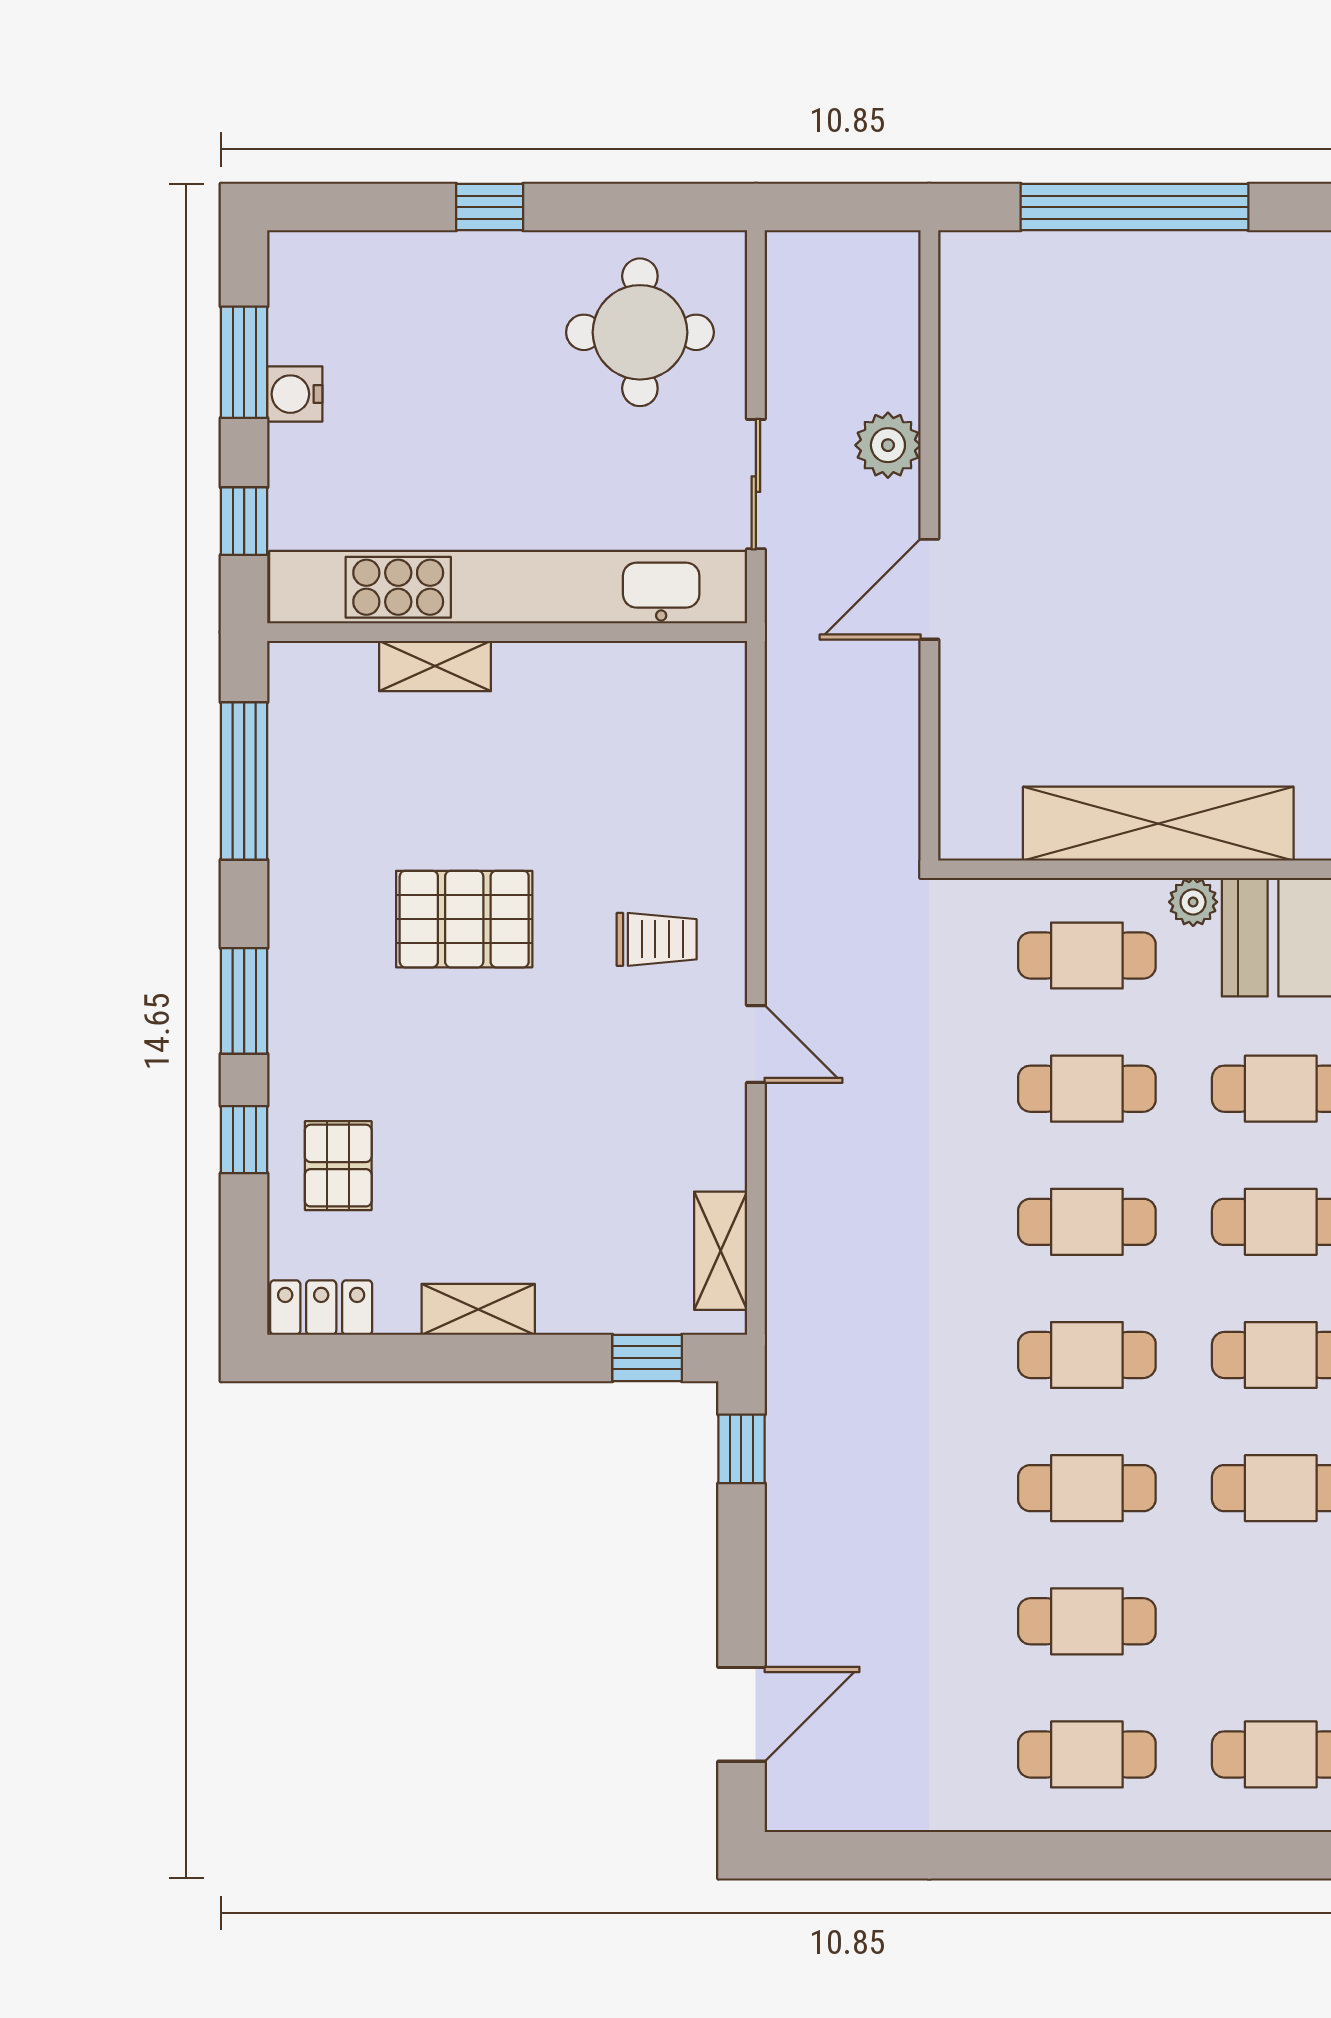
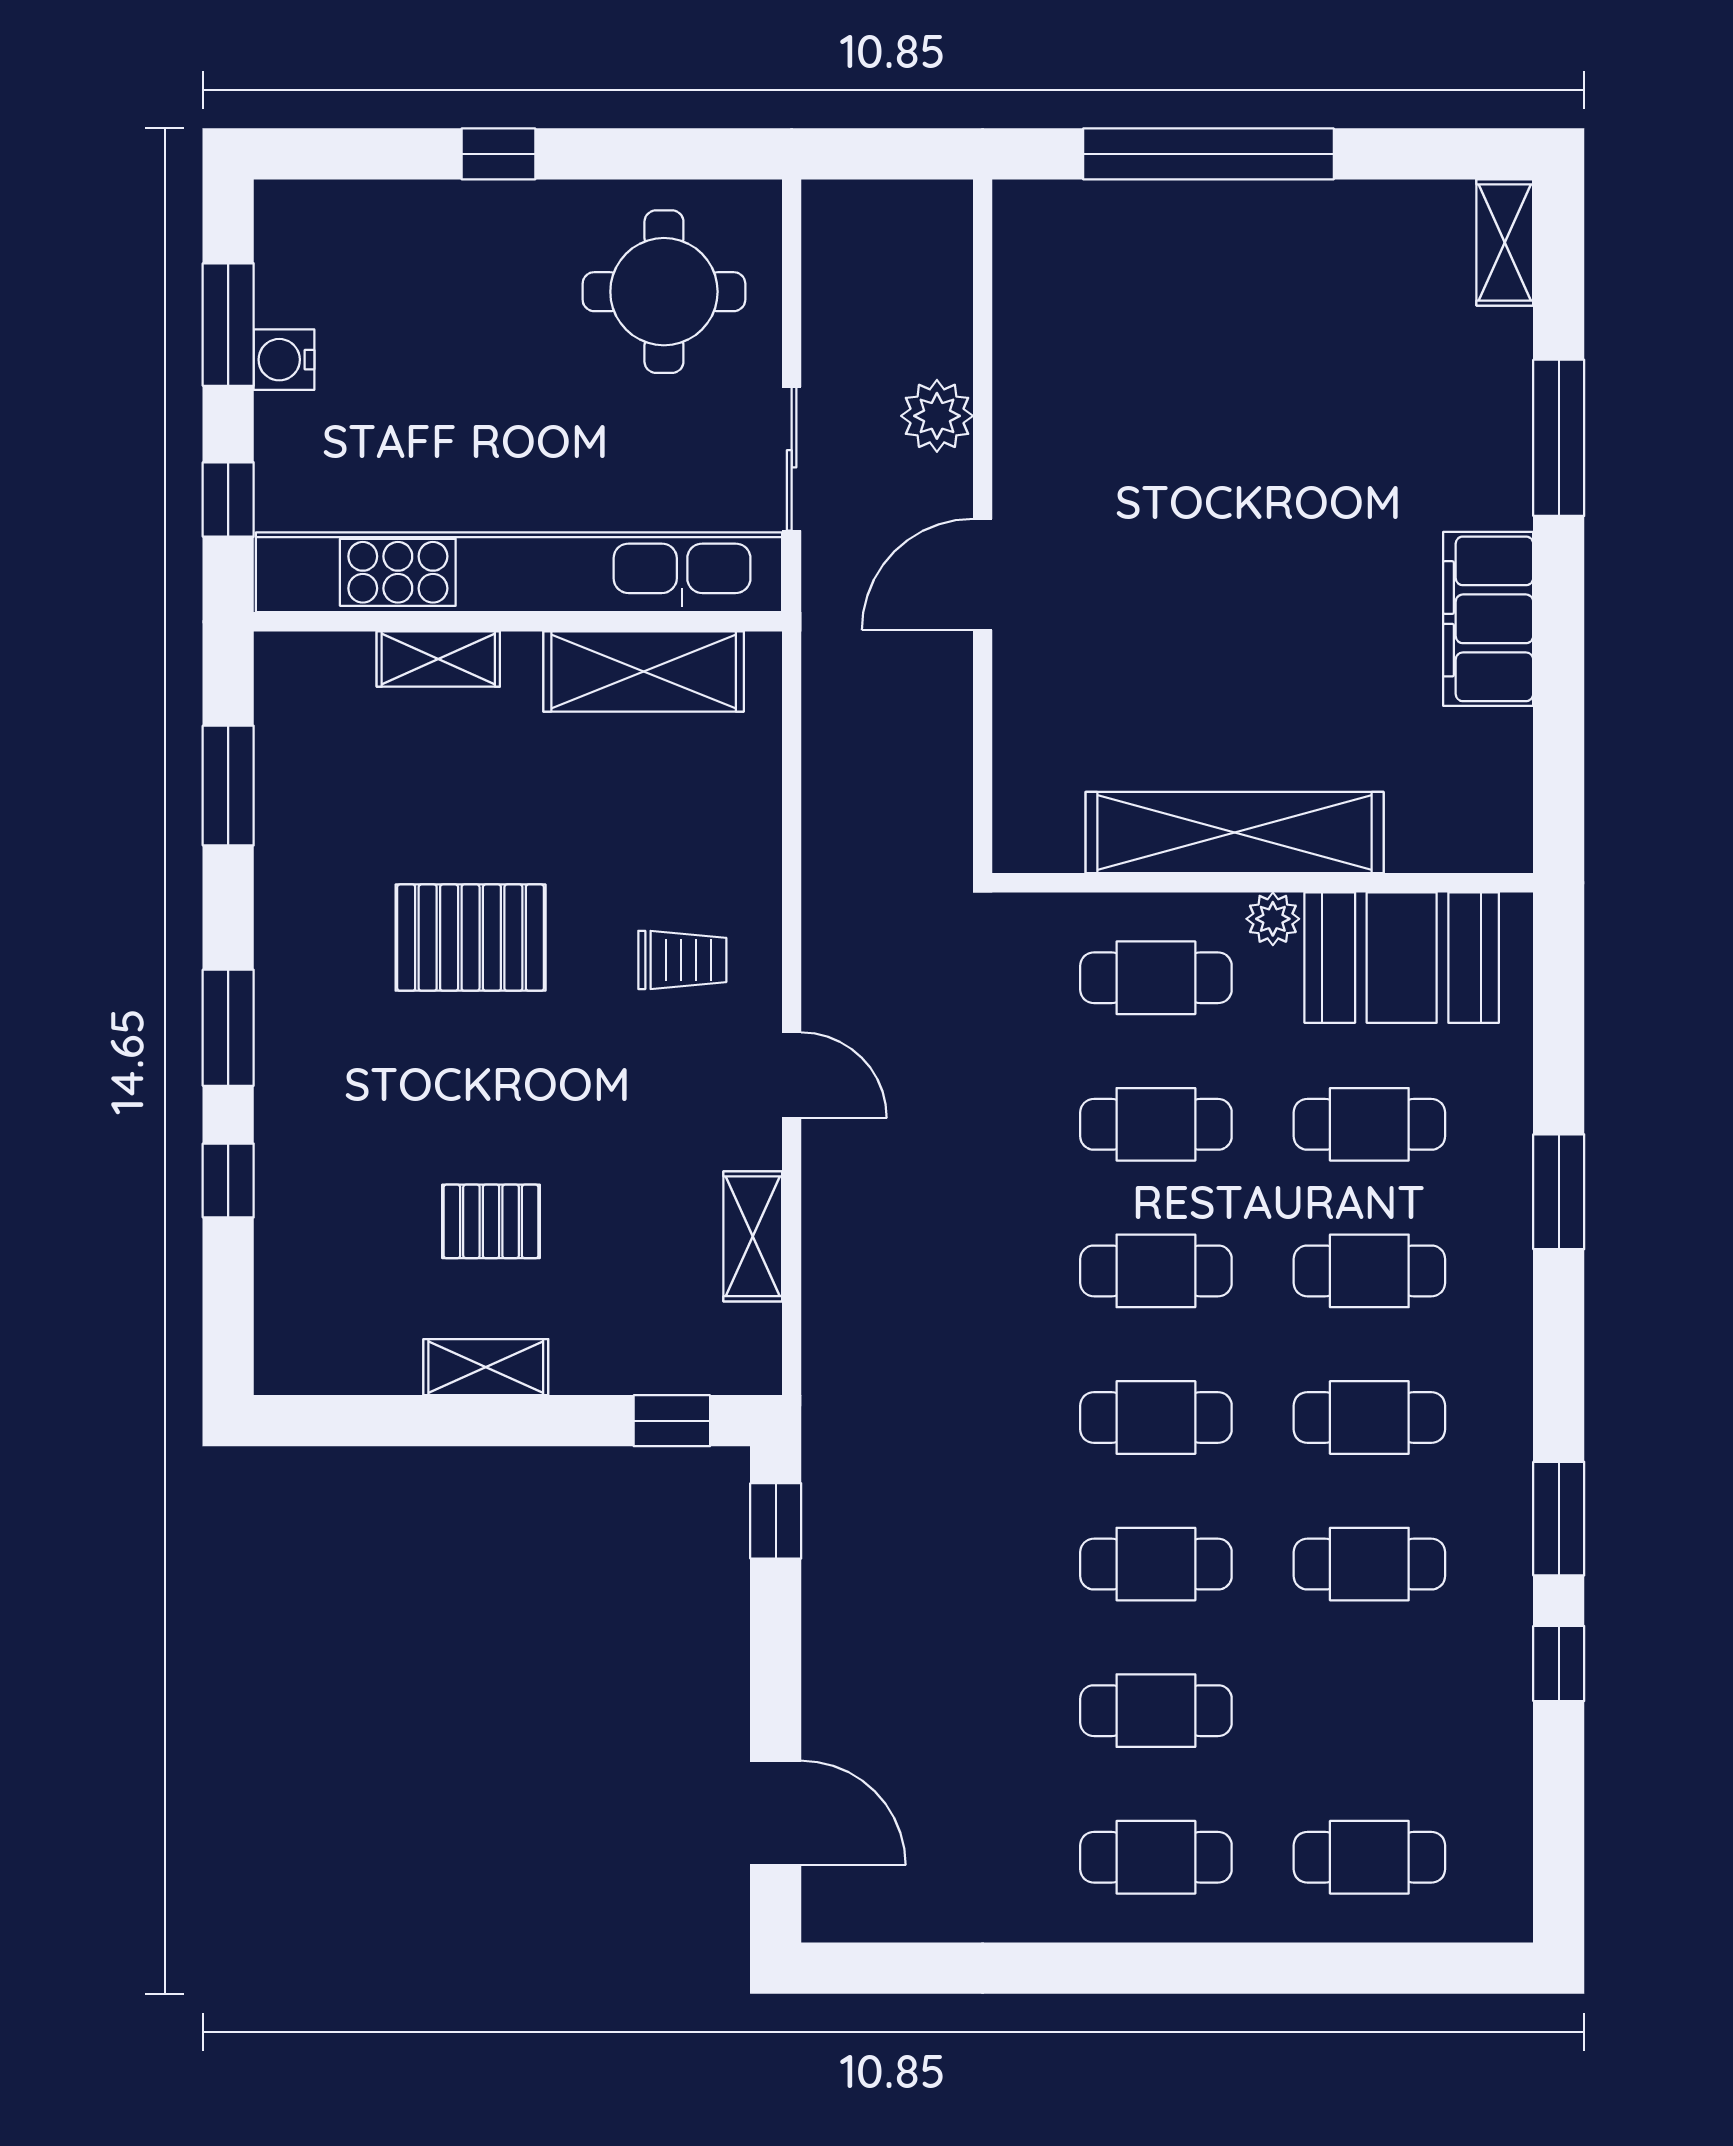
shelving: (621, 677) -> (644, 671), added
window: (244, 781) -> (228, 786), width x0.69
pallet: (338, 1166) -> (491, 1221), moved, turned 90
shelving: (721, 1251) -> (753, 1236), moved
locker: (321, 1308) -> (313, 1365), removed
door: (741, 1714) -> (776, 1813), hinge flipped

